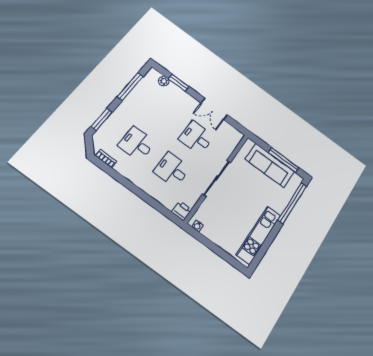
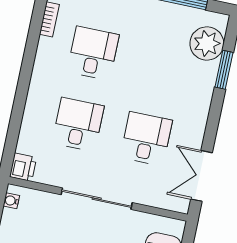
plant: (164, 81) -> (207, 44), width x1.88, depth x1.88
double door: (214, 109) -> (202, 176), moved

